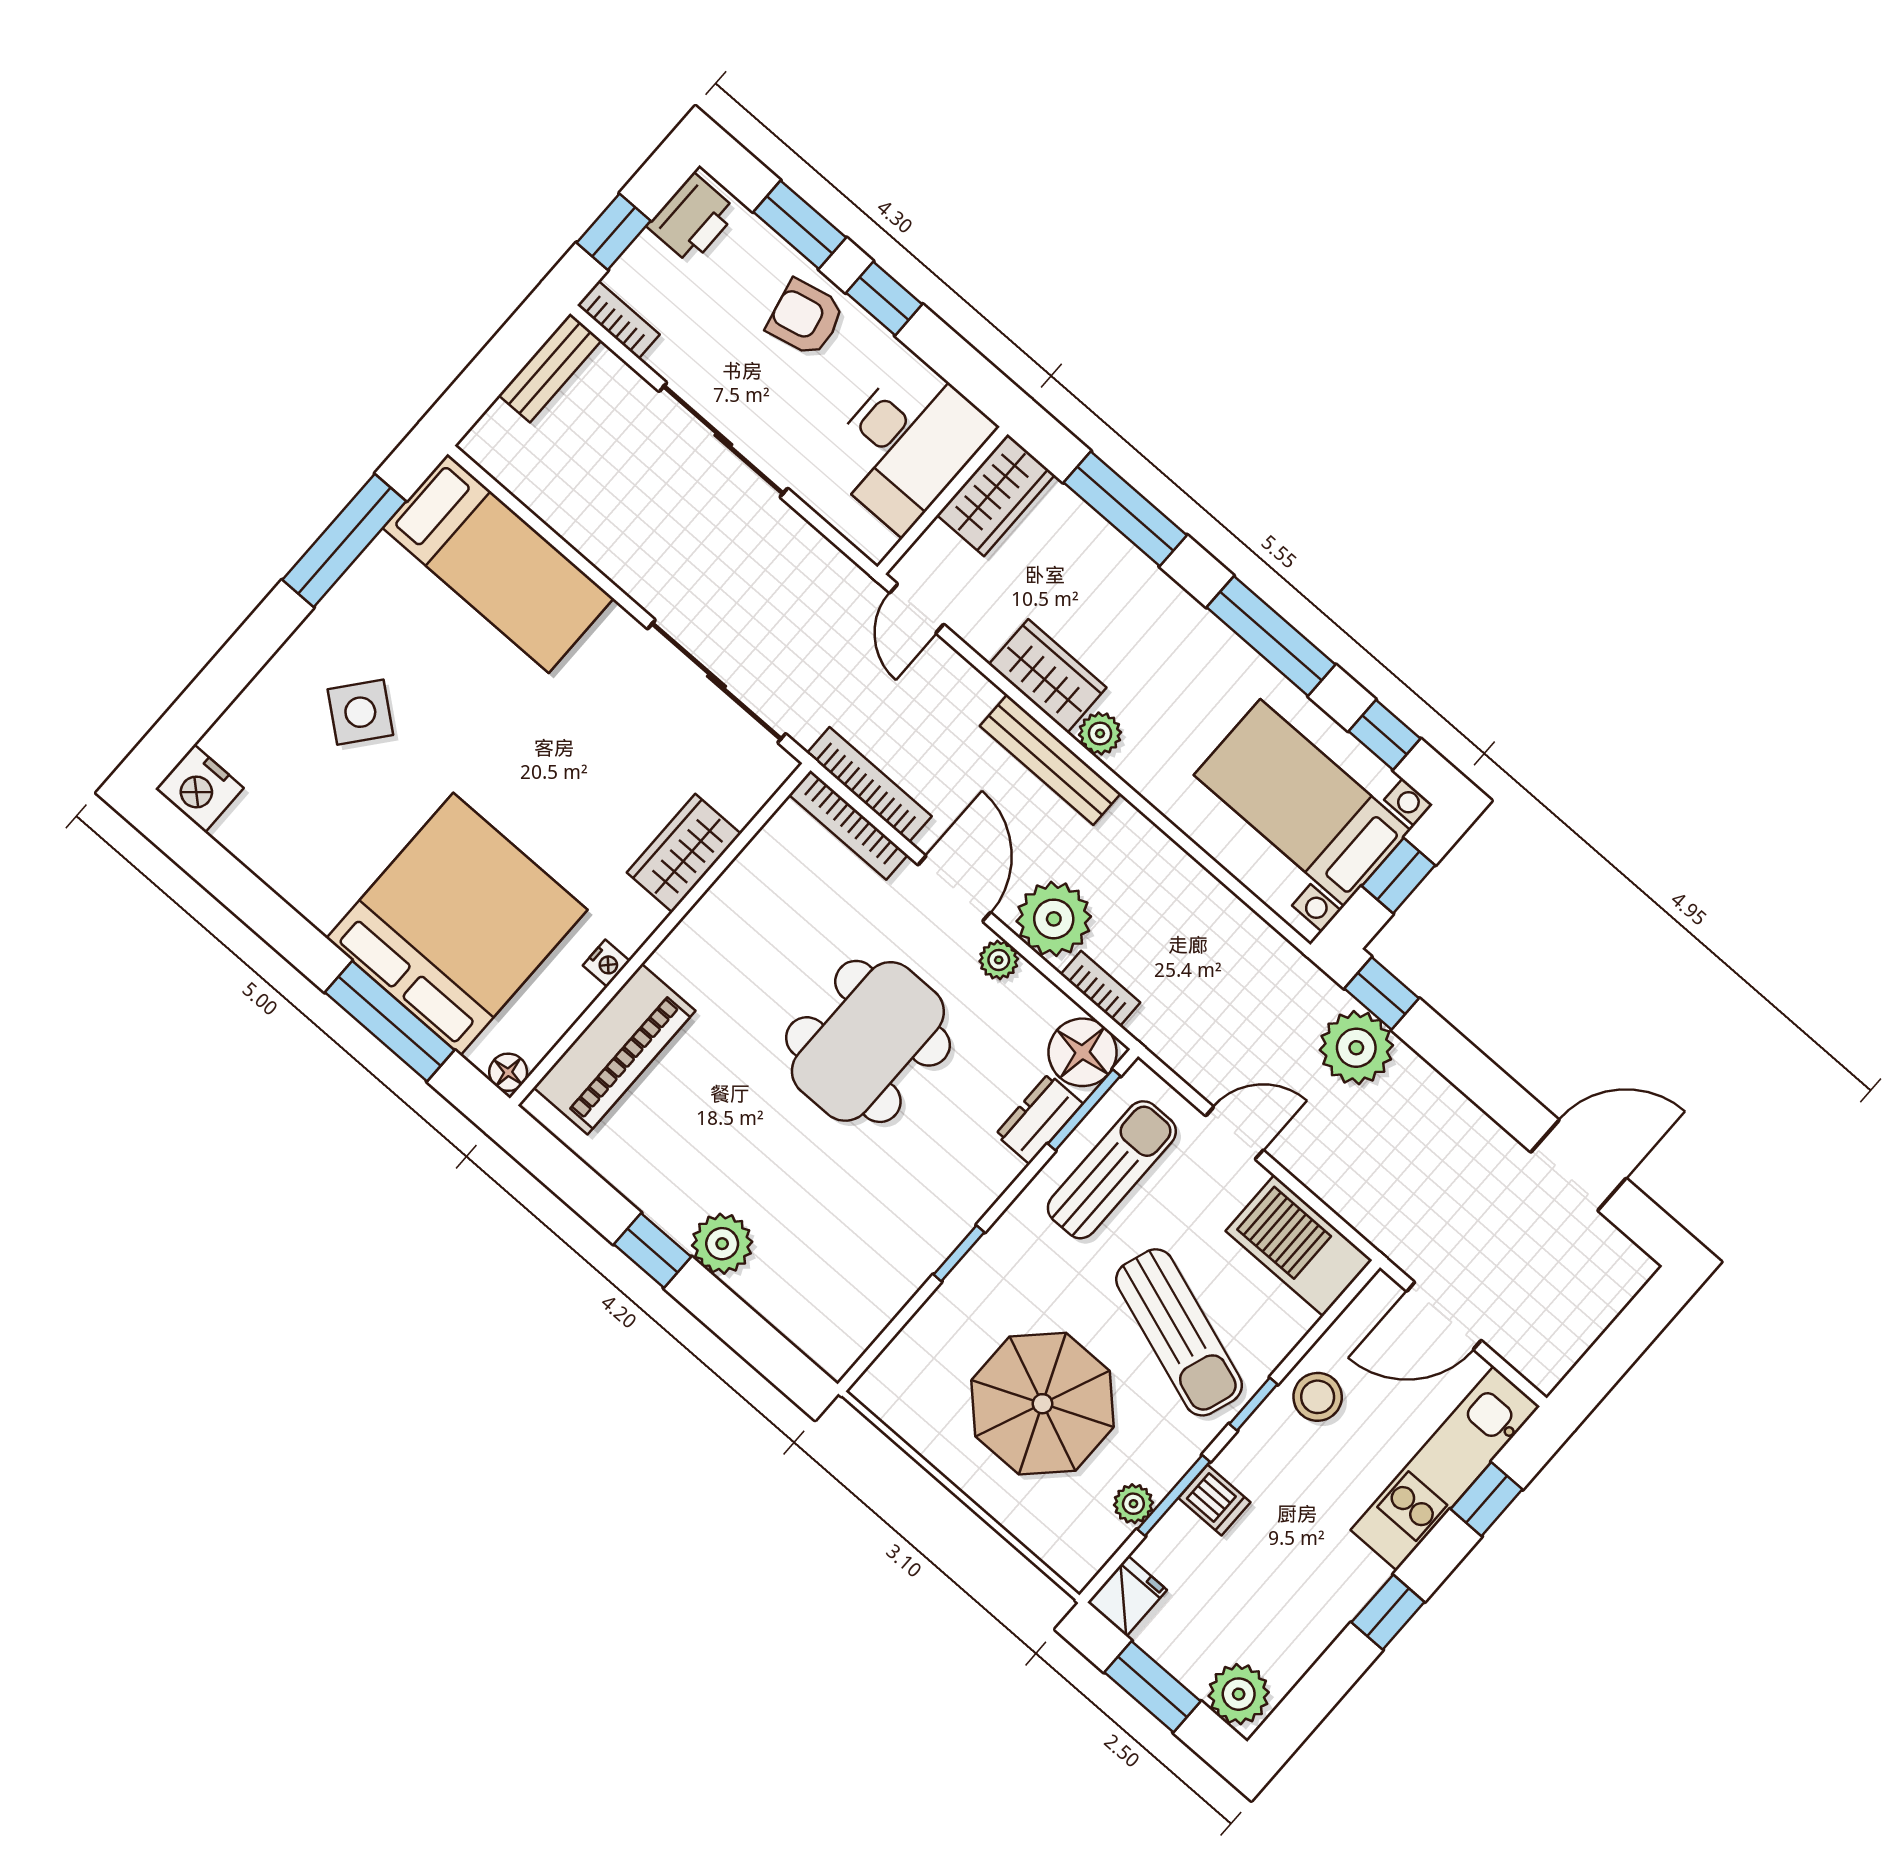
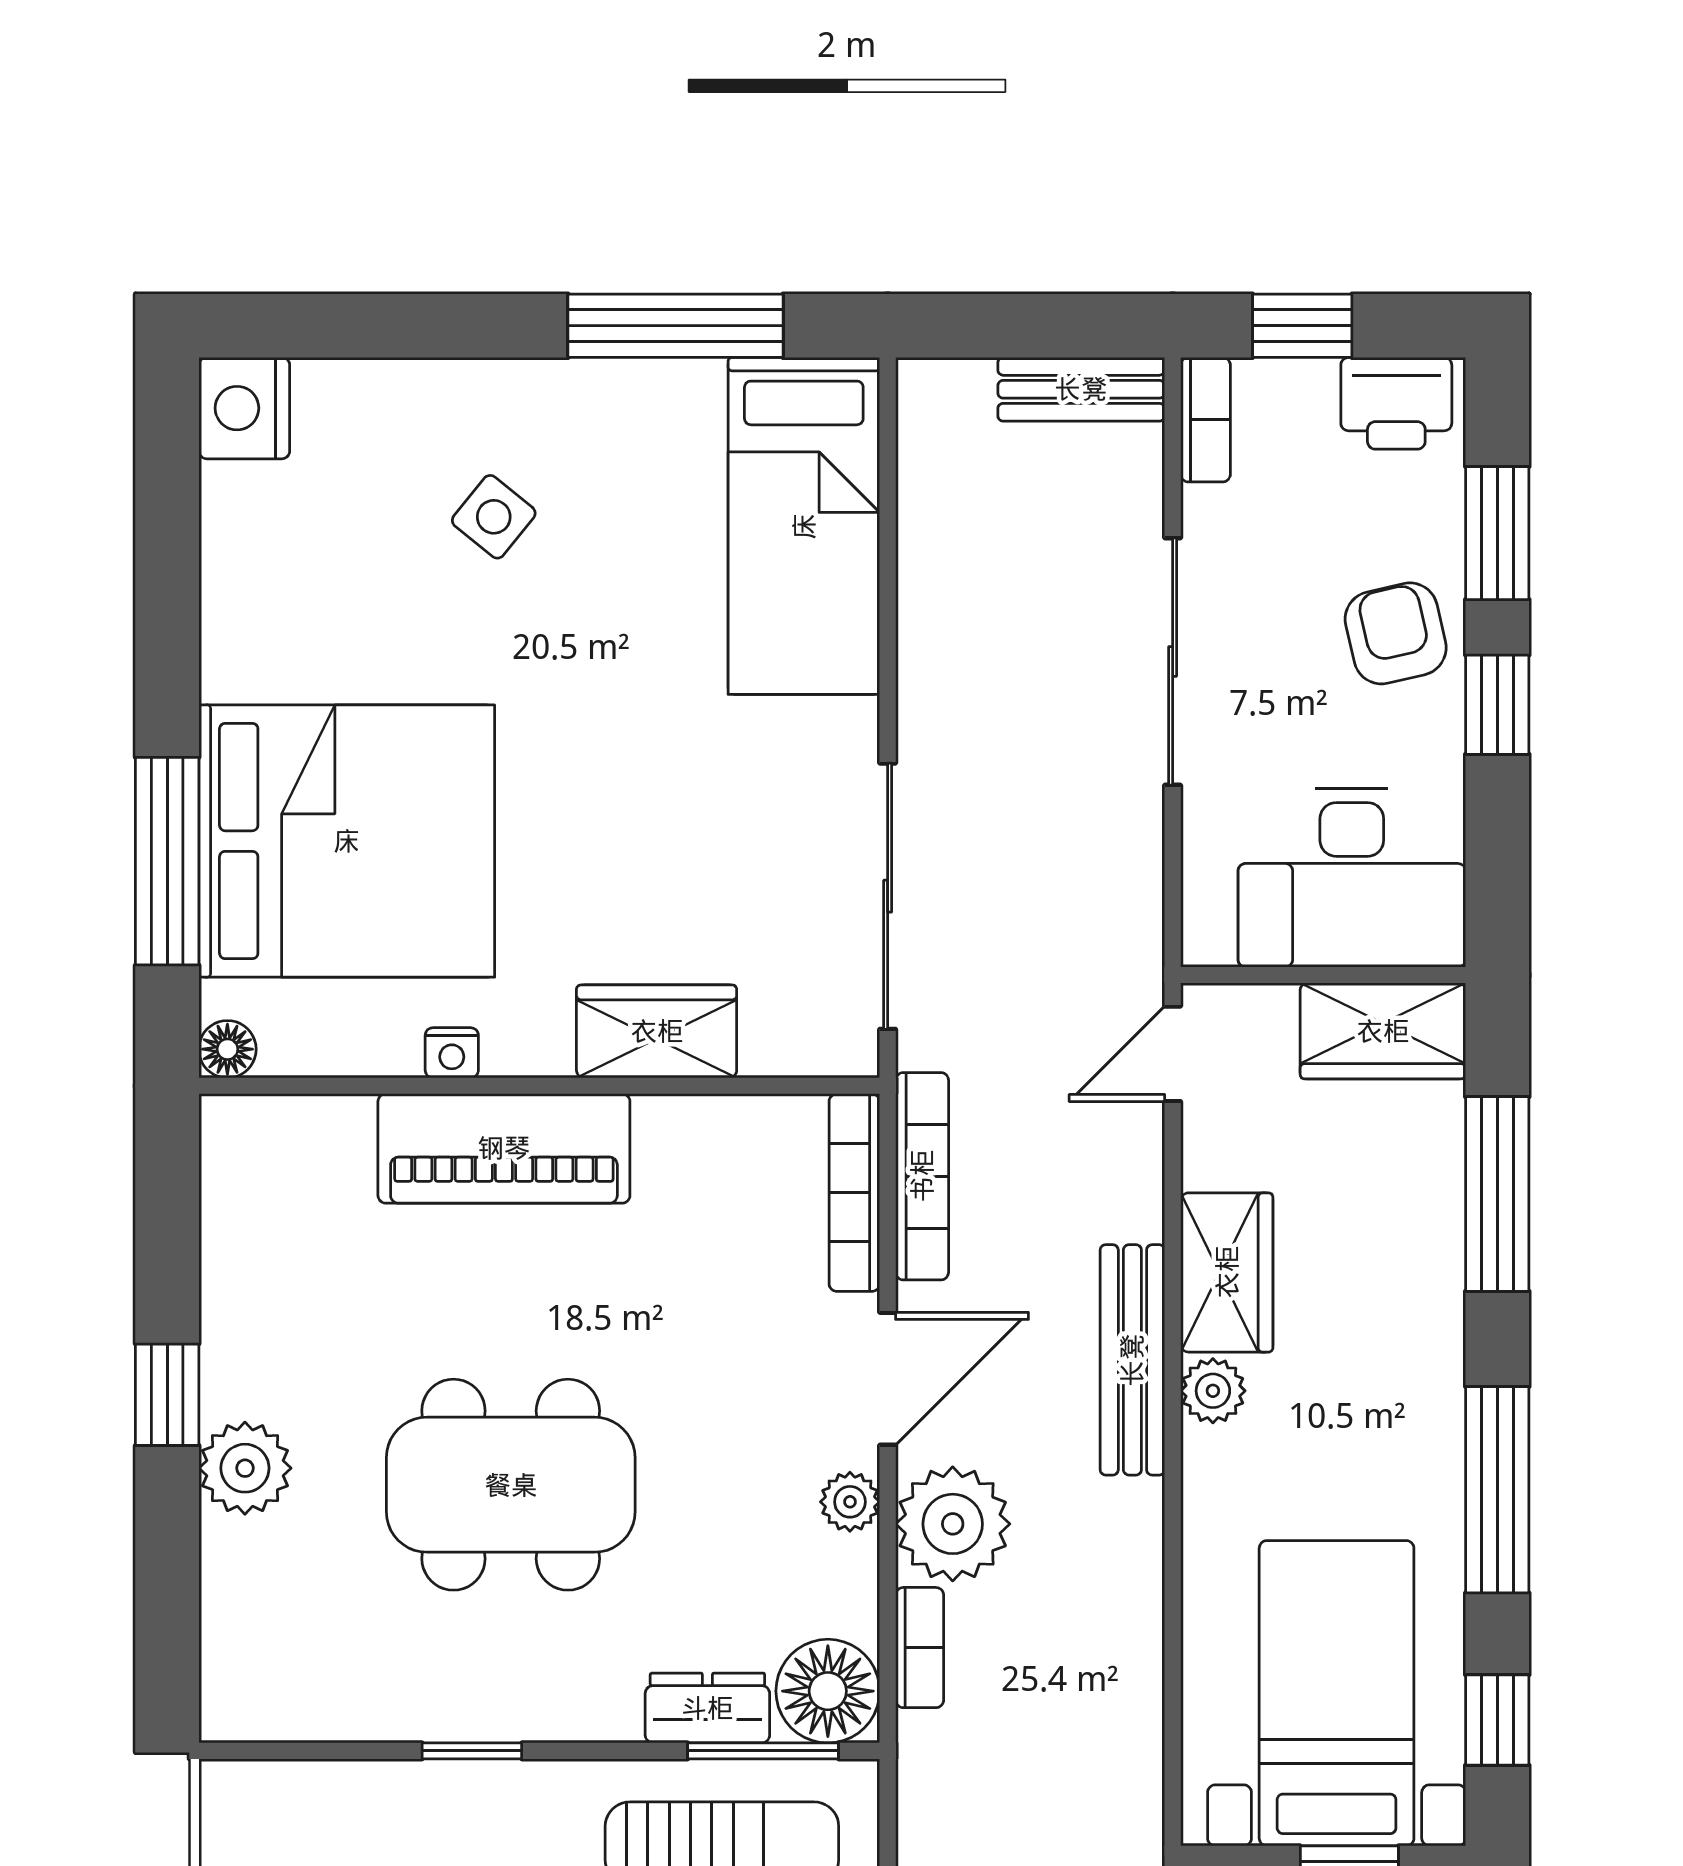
side table: (360, 712) -> (494, 517), width x0.73, depth x0.73
dining table: (868, 1041) -> (511, 1485), moved
piano: (614, 1049) -> (504, 1148), moved

